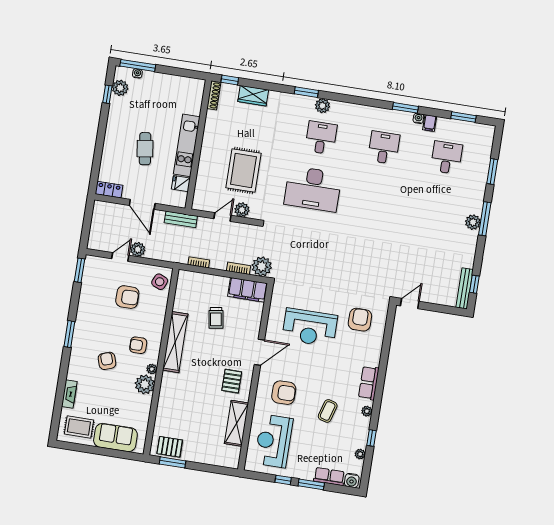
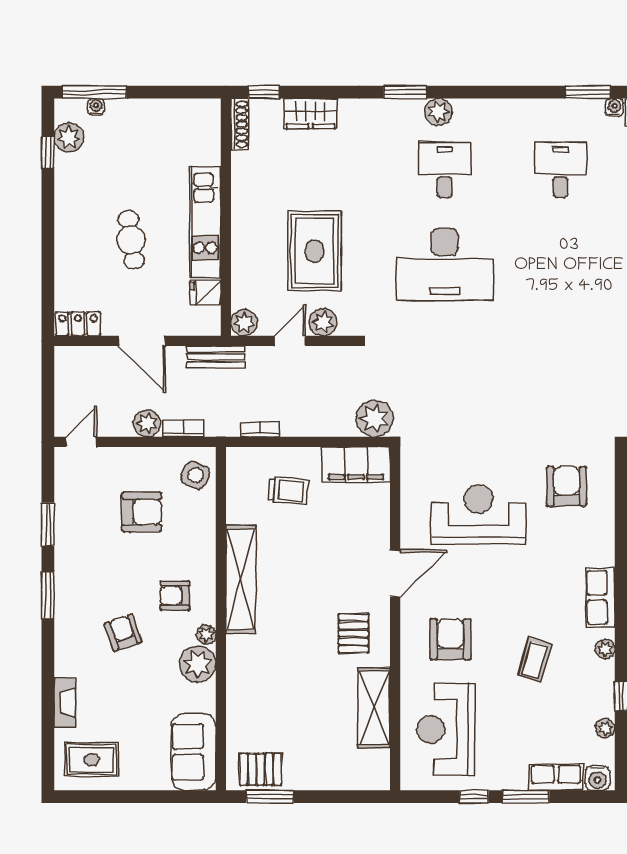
plant: (199, 203) -> (244, 323), added
door: (120, 257) -> (81, 442), moved
bookcase: (239, 268) -> (183, 428), moved
window: (79, 270) -> (48, 524), moved
trolley: (216, 318) -> (288, 491), moved, turned -76
reception desk: (310, 327) -> (478, 515), turned 180
armchair: (284, 393) -> (450, 639), turned -90
sofa: (115, 438) -> (194, 752), moved, turned -90

